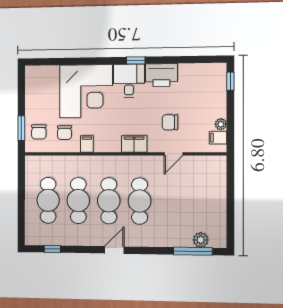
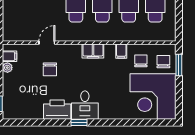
corner desk: (86, 91) -> (153, 96), moved, turned -90
chair: (170, 122) -> (50, 69), turned 90
filing cabinet: (134, 144) -> (93, 51), moved

